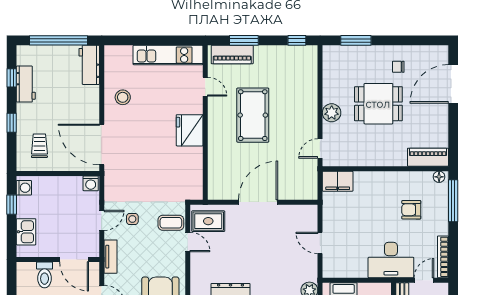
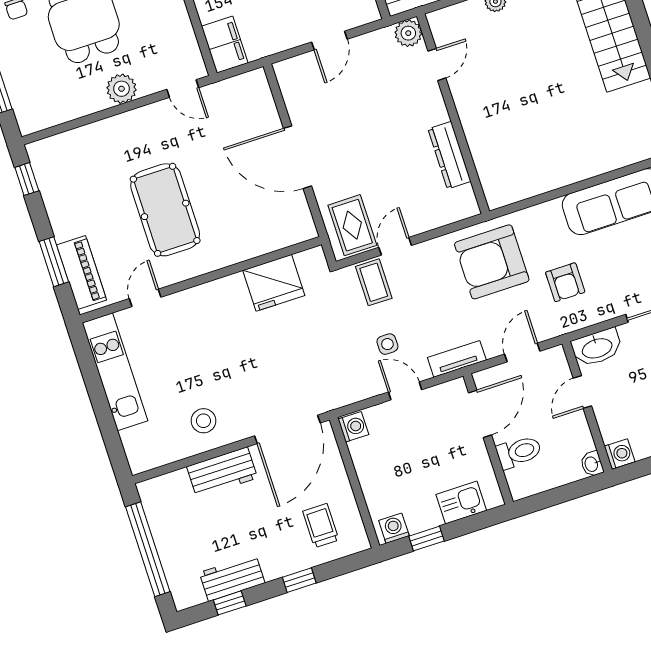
workbench: (89, 65) -> (222, 472), moved
pool table: (253, 115) -> (165, 210), turned 90
fridge: (190, 130) -> (274, 283), moved
trolley: (39, 146) -> (321, 525), turned 90

